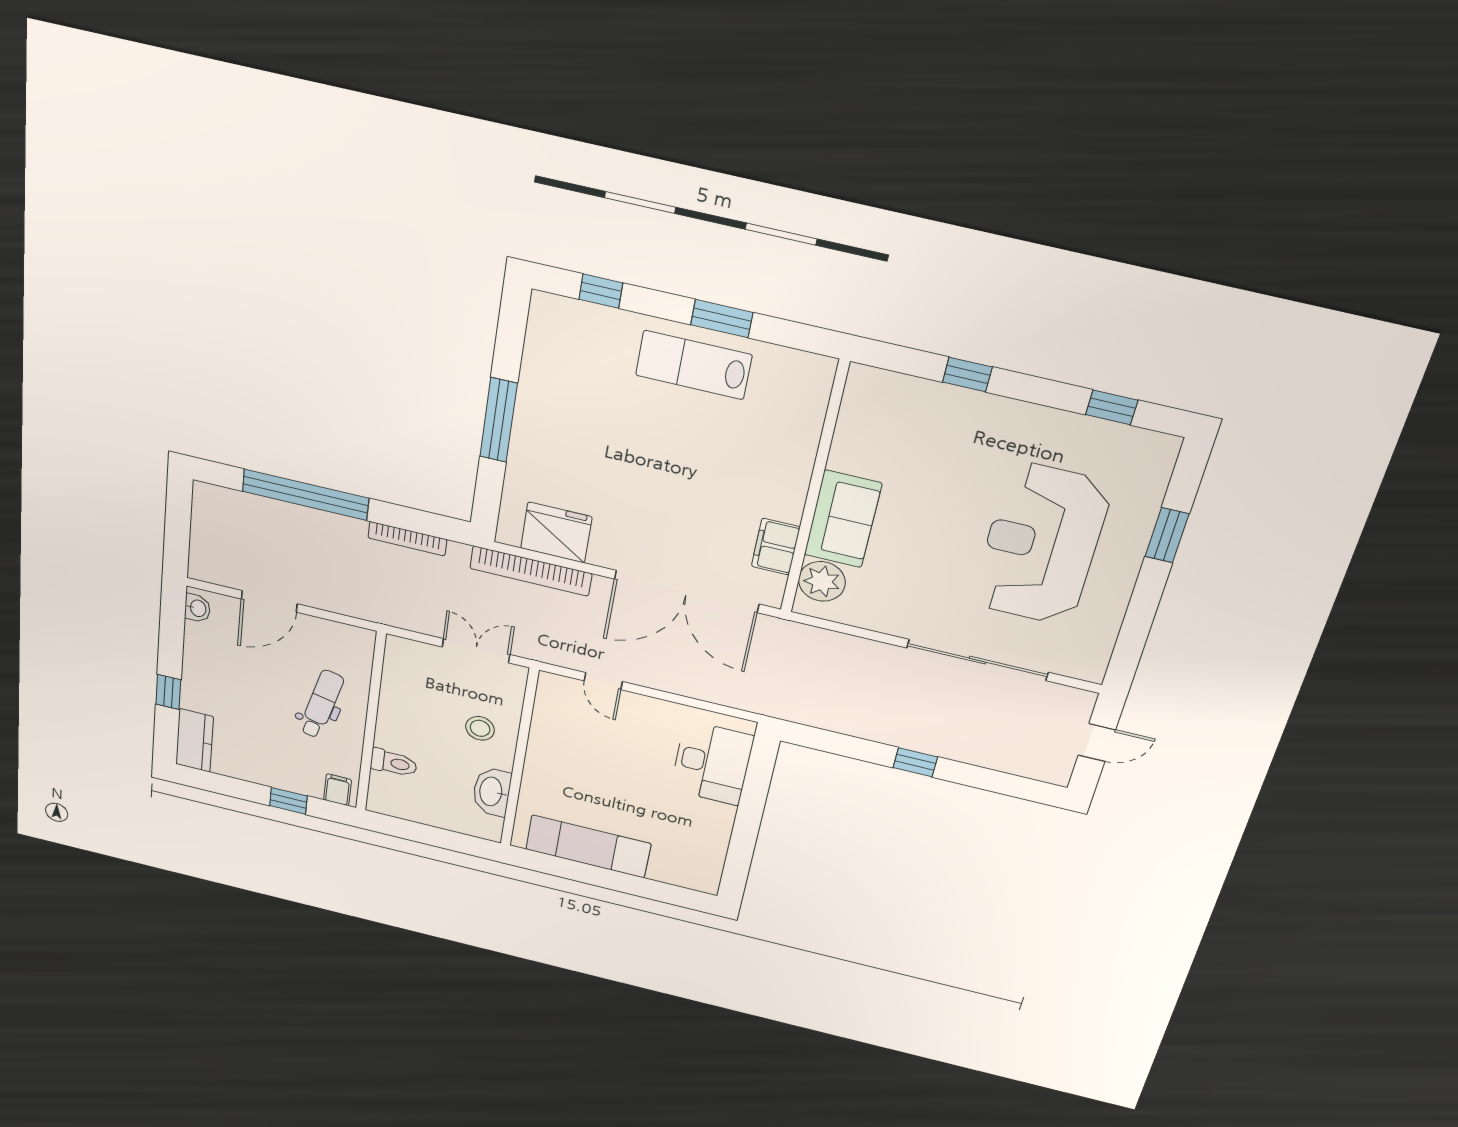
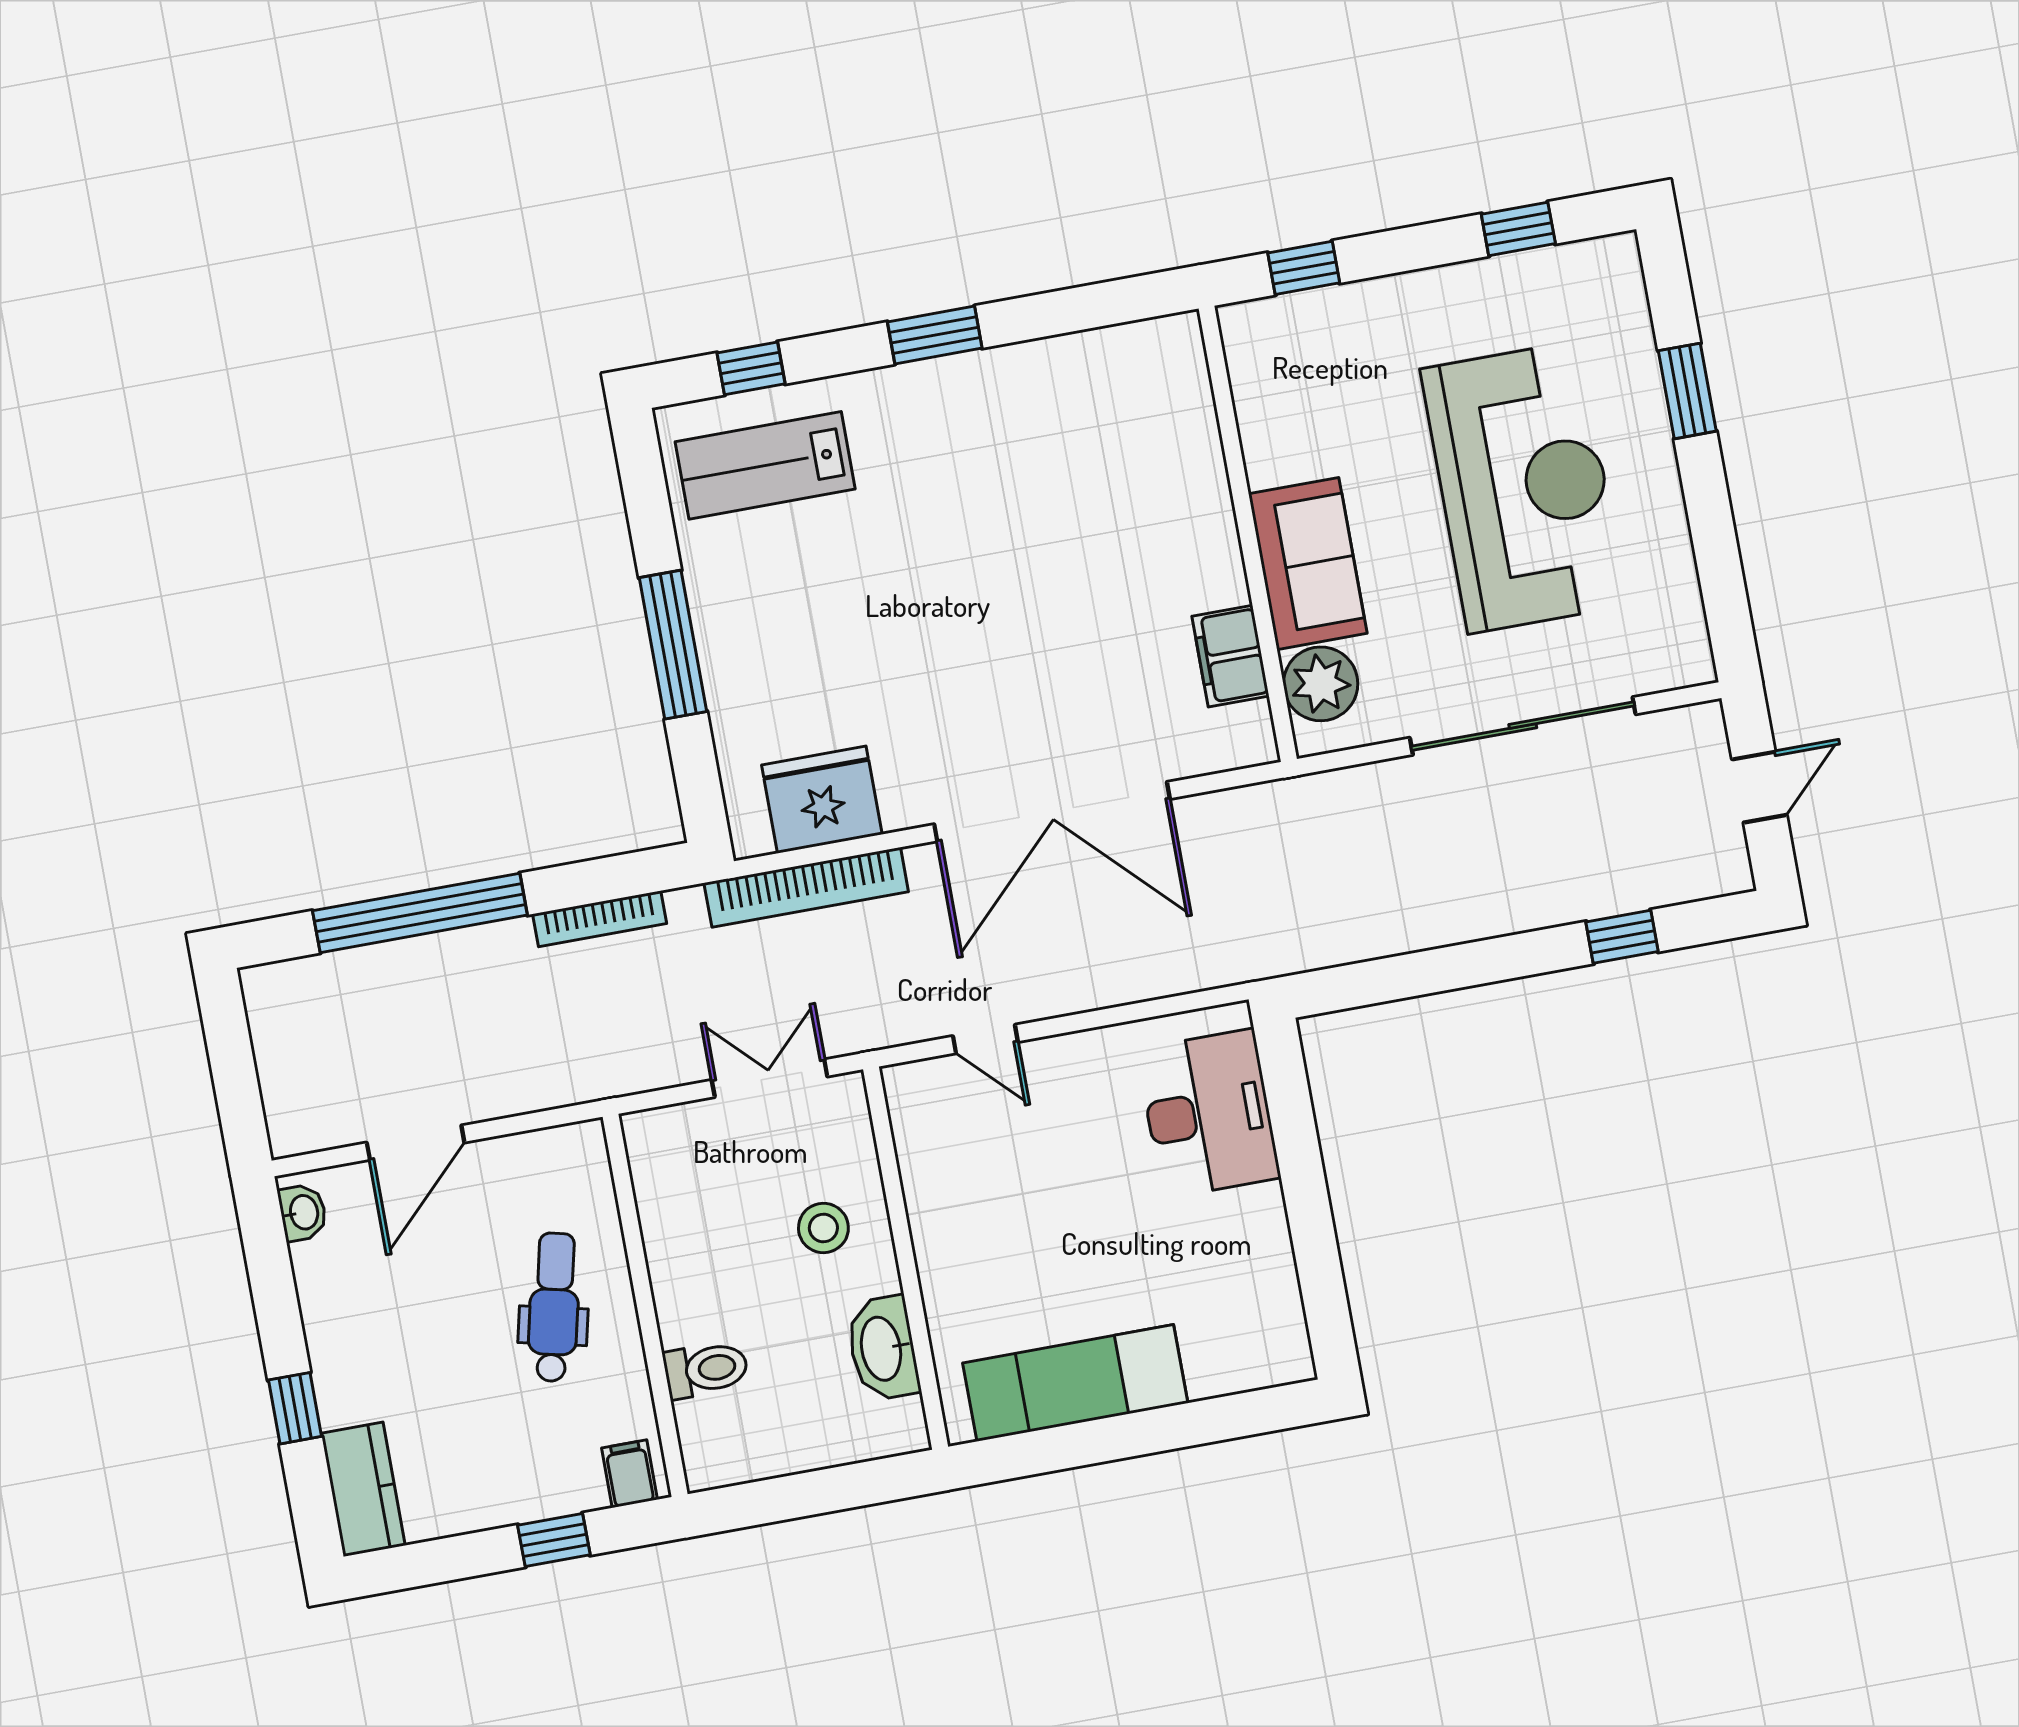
lab bench: (694, 365) -> (765, 465), moved
wall: (814, 490) -> (1248, 534), moved
sofa: (843, 519) -> (1308, 564), moved
reception desk: (1041, 544) -> (1524, 487), turned 180
filing cabinet: (776, 547) -> (1230, 656), moved
plant: (822, 581) -> (1321, 684), moved
window: (915, 762) -> (1622, 937), moved

